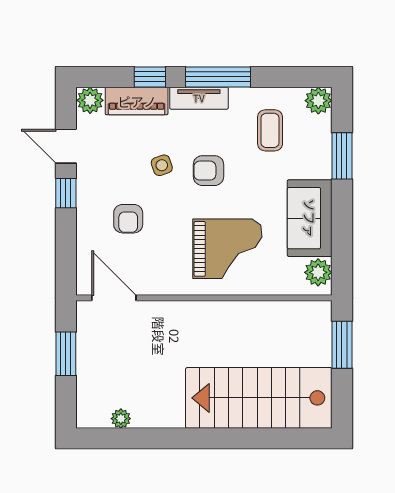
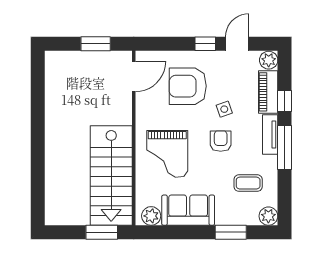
armchair: (128, 219) -> (188, 86), width x1.88, depth x1.88
stairs: (259, 398) -> (111, 175), moved, turned 180
plant: (121, 419) -> (51, 81), removed

